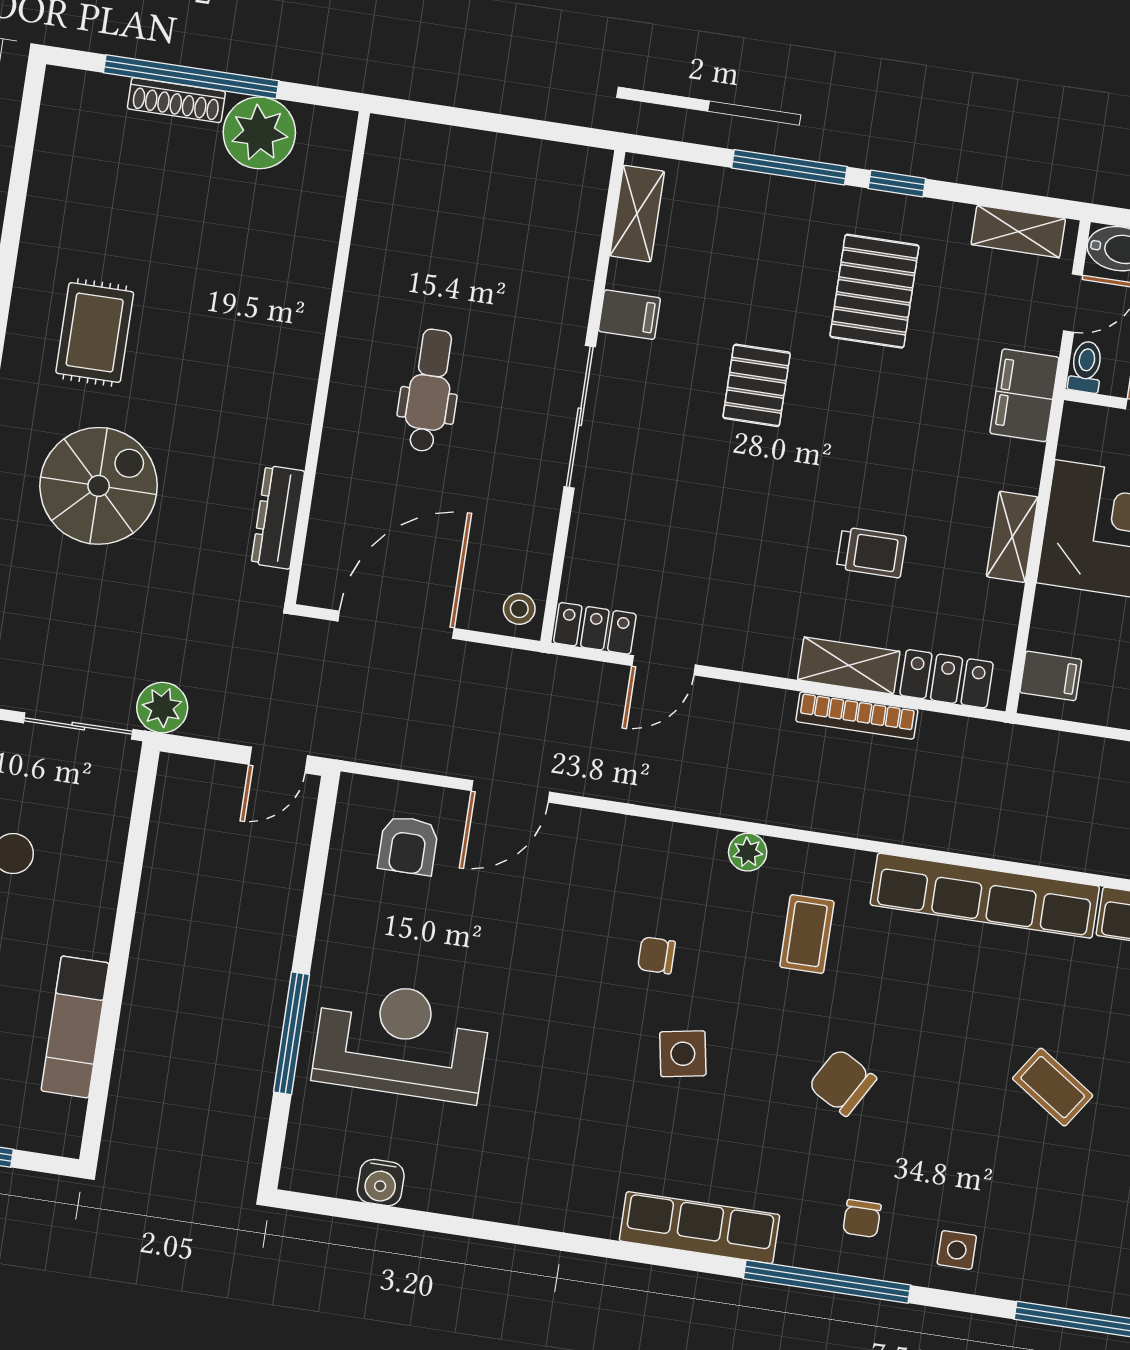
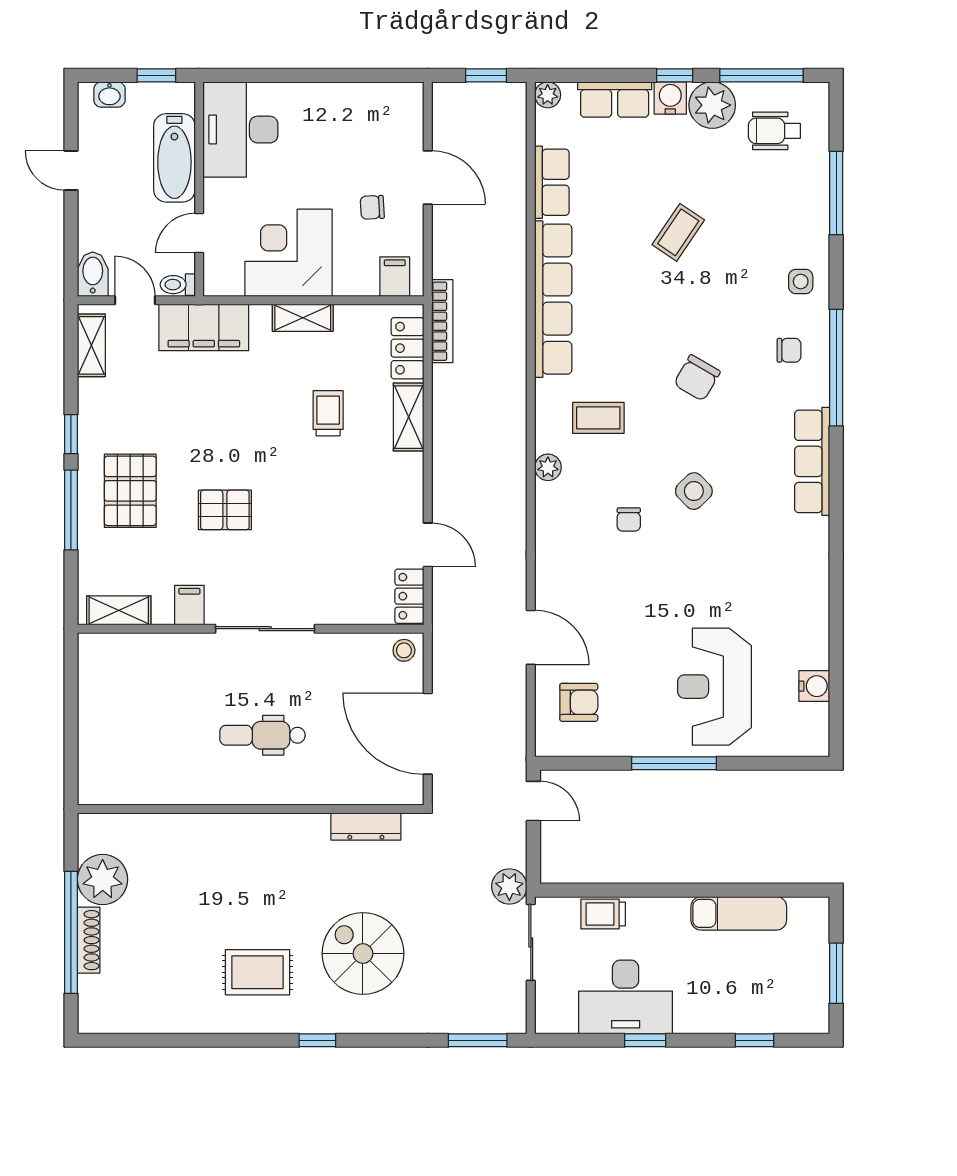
pallet: (874, 291) -> (130, 491), moved, turned 90
filing cabinet: (1024, 395) -> (204, 327), width x1.50, depth x1.17
bookcase: (857, 715) -> (442, 321), moved
trolley: (103, 835) -> (603, 914), added
window: (291, 1033) -> (674, 763), moved
side table: (683, 1054) -> (694, 491), turned -34

